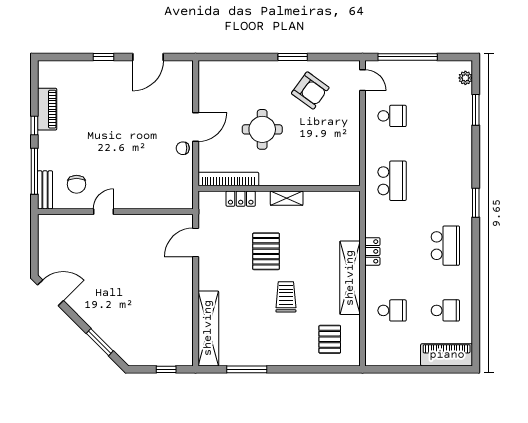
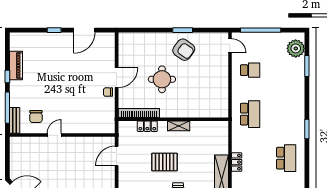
plant: (465, 78) -> (296, 48), width x1.87, depth x1.87
armchair: (310, 90) -> (184, 50), moved
pallet: (266, 251) -> (165, 162), turned 90

